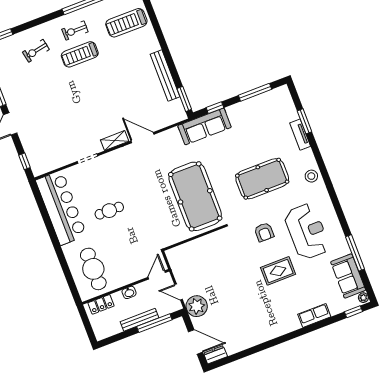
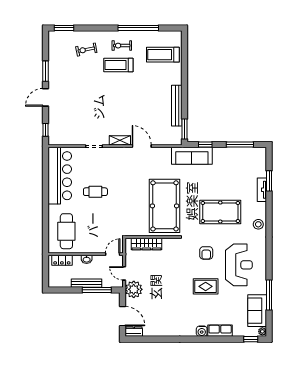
wardrobe: (191, 248) -> (146, 244), added
water cooler: (293, 324) -> (202, 331), added

